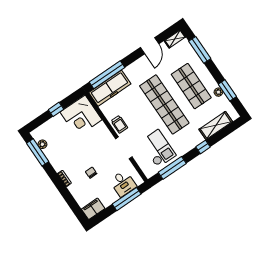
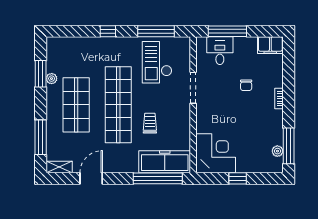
trolley: (119, 124) -> (150, 123), moved
shelving: (216, 125) -> (79, 45), removed

